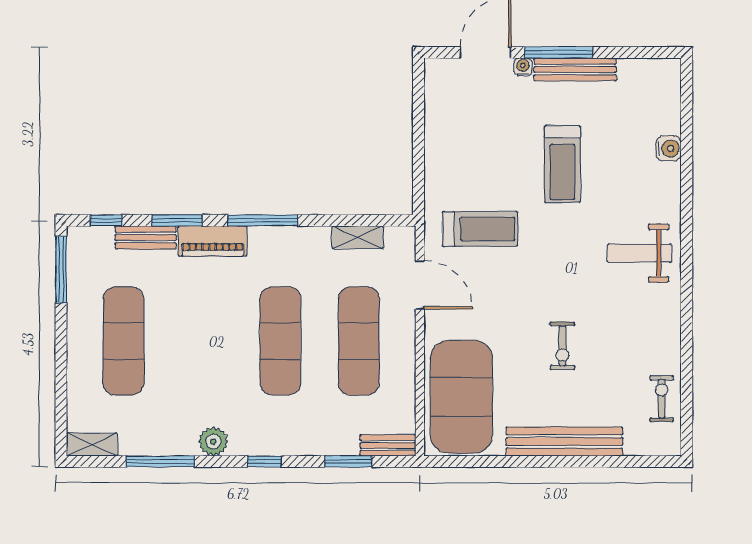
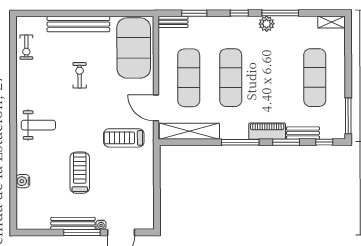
shelving: (358, 237) -> (189, 131), width x2.20, depth x1.33
window: (161, 461) -> (280, 13), moved

